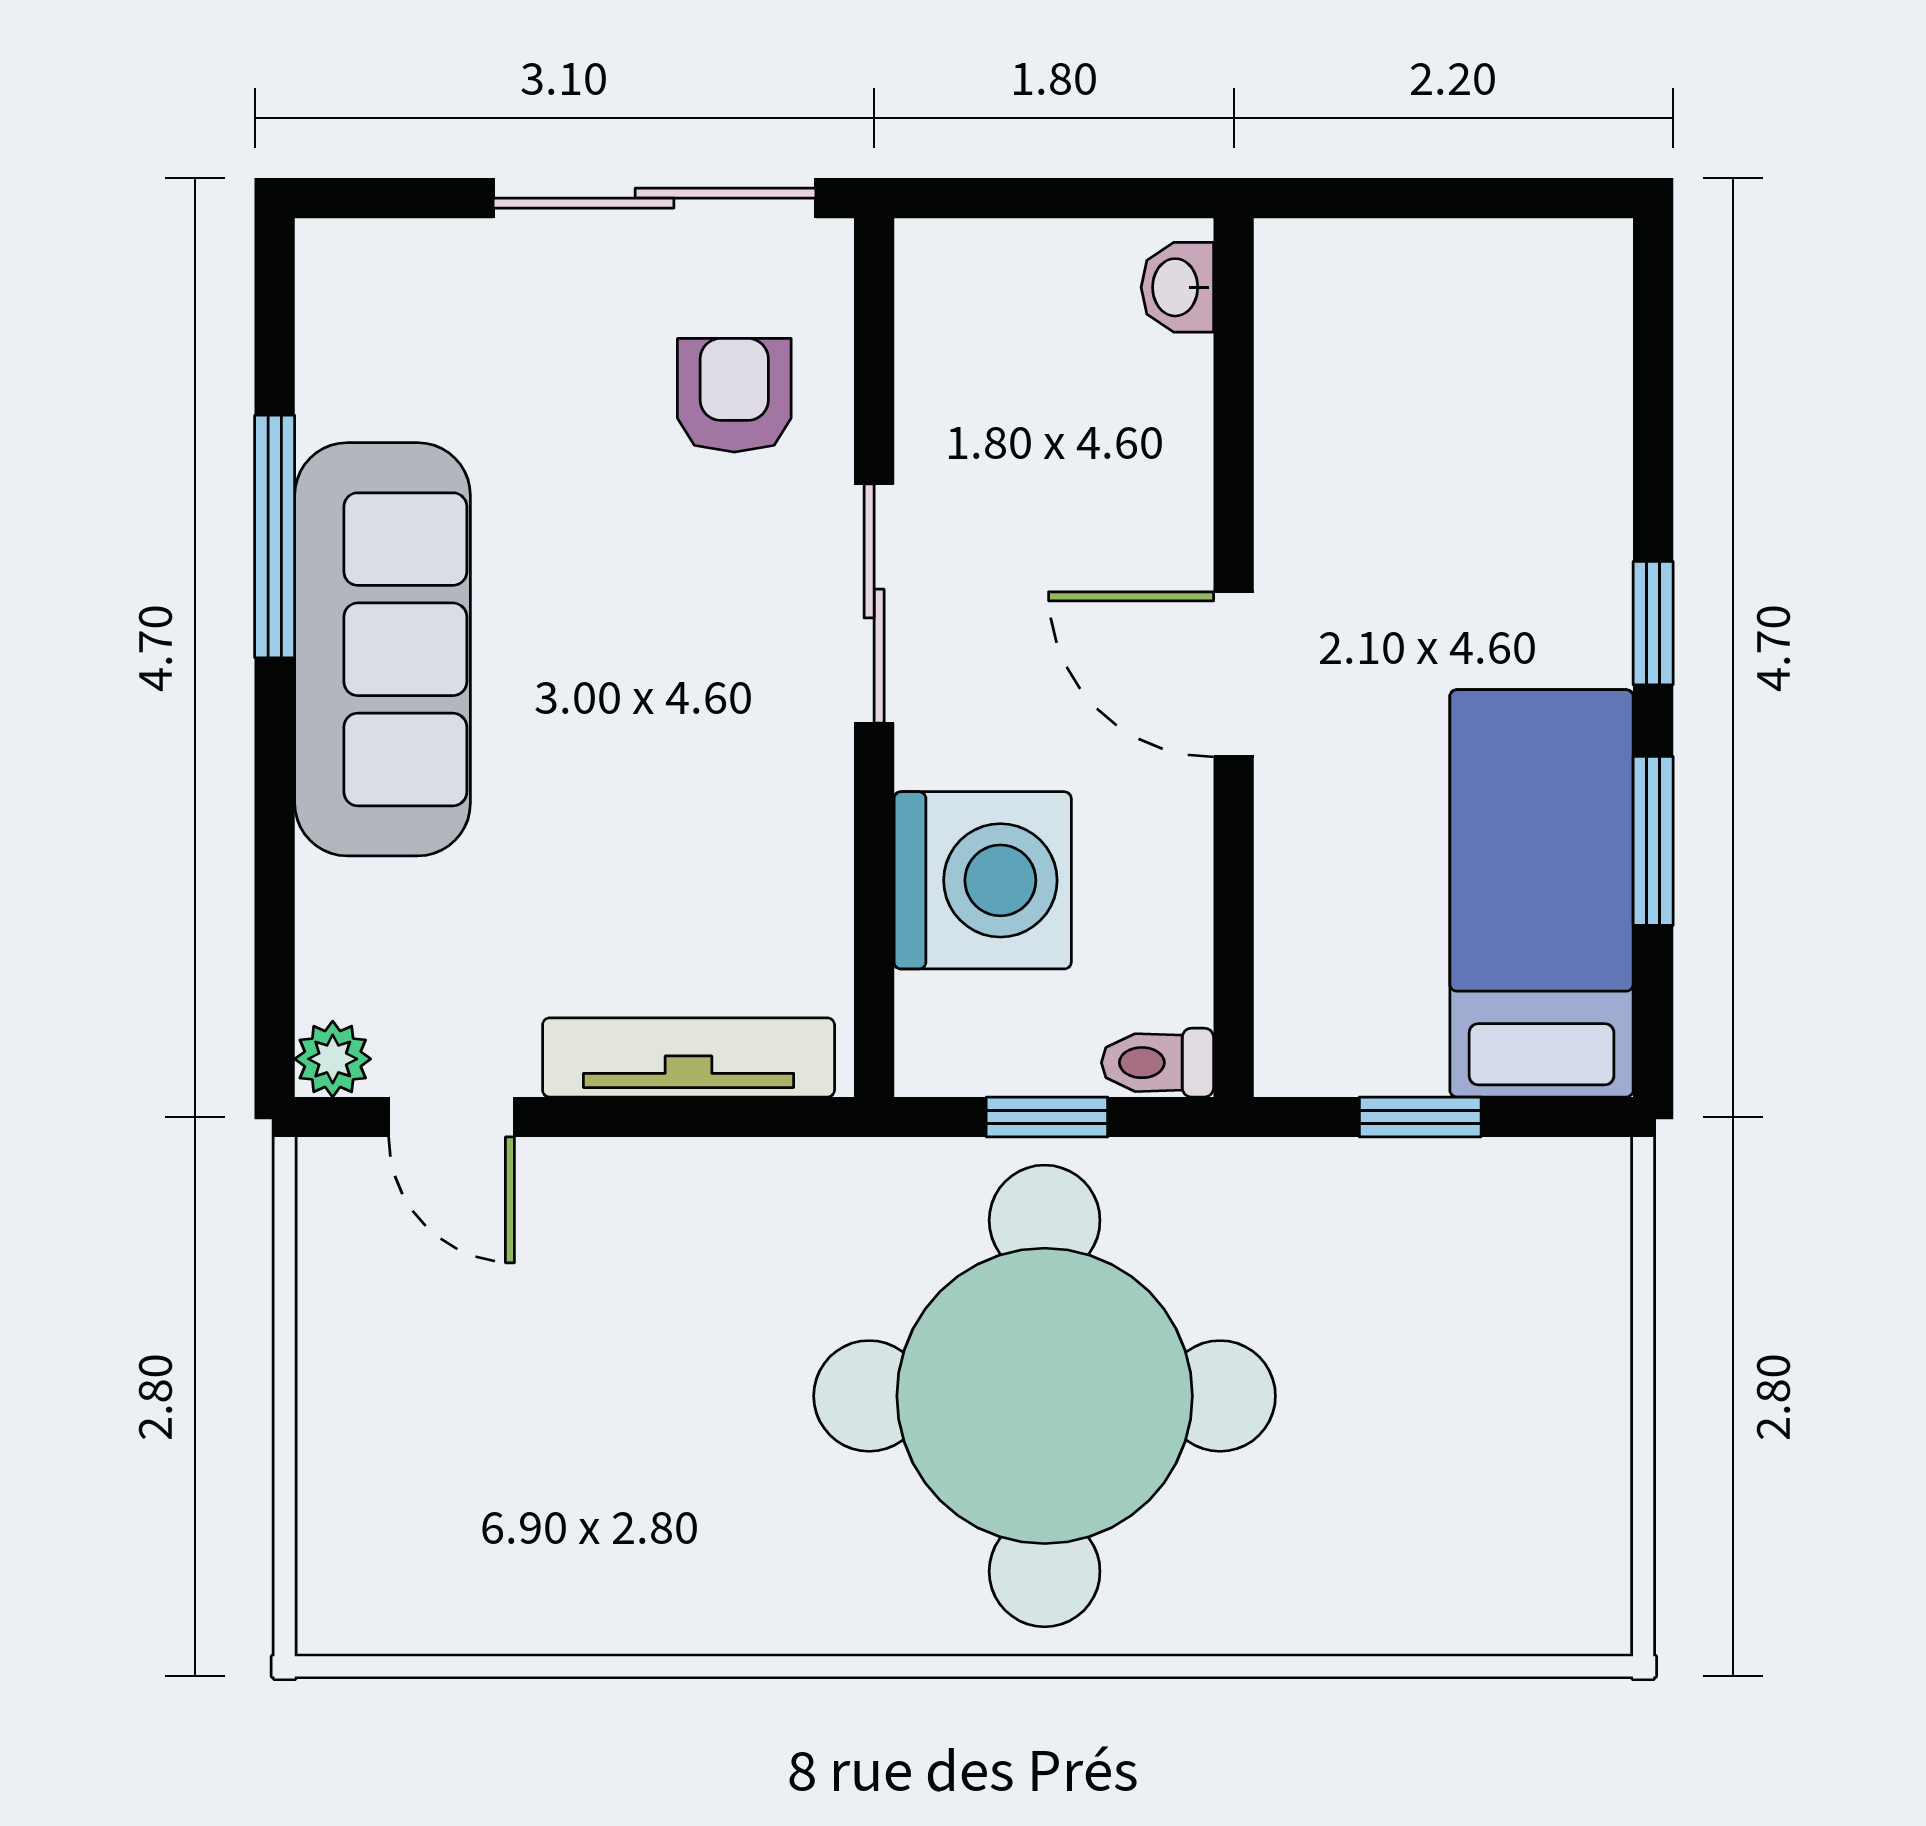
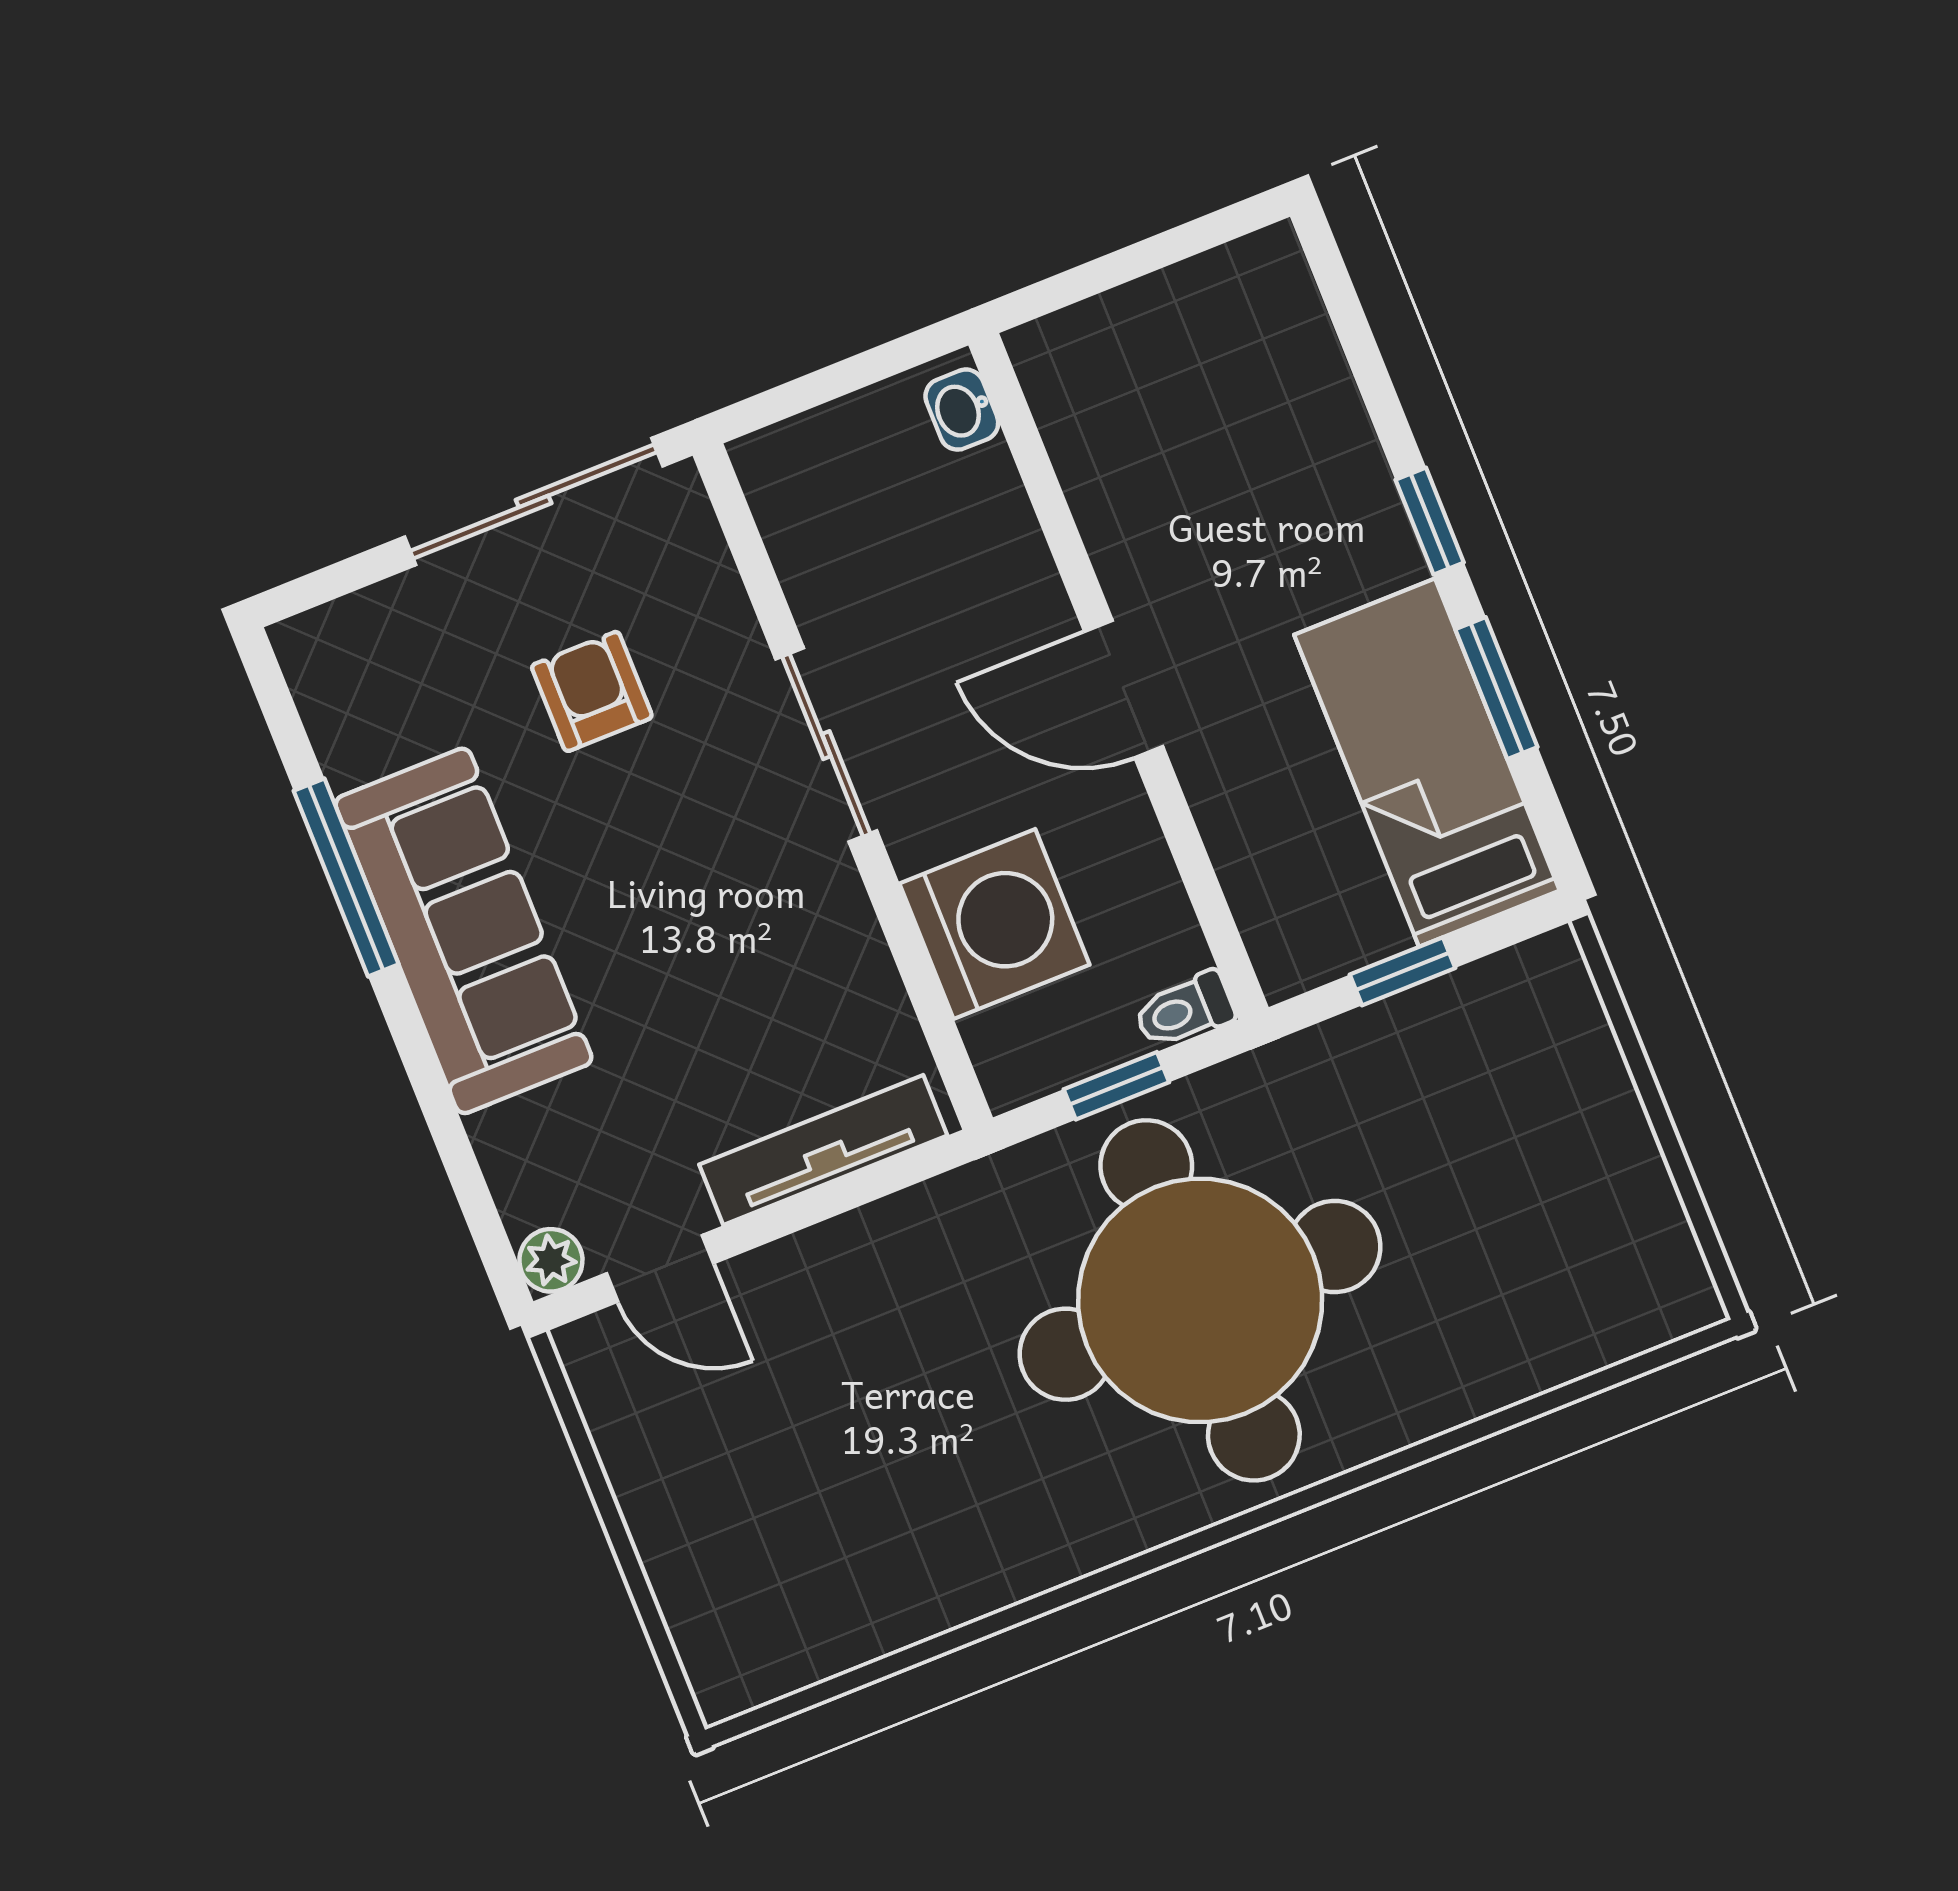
armchair: (734, 395) -> (592, 691), moved

